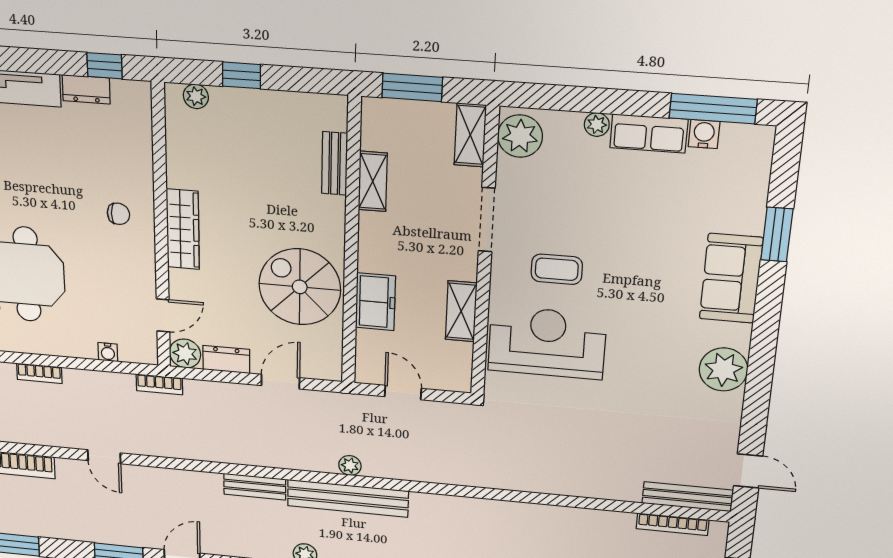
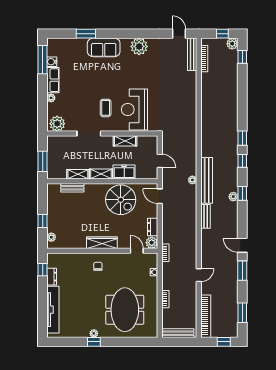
shelving: (470, 135) -> (101, 174), moved
spiral stairs: (300, 287) -> (121, 200), turned -90
door: (280, 382) -> (160, 196), moved
door: (403, 393) -> (160, 161), swing flipped
door: (748, 471) -> (179, 34), hinge flipped

